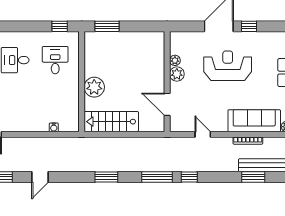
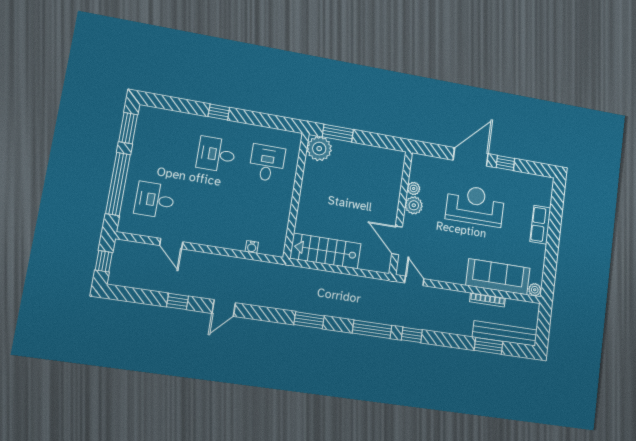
window: (60, 26) -> (219, 112), moved
plant: (94, 87) -> (319, 149), moved
door: (203, 134) -> (414, 281), moved

